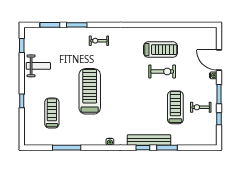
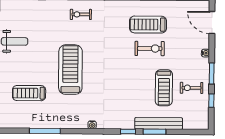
treadmill: (160, 50) -> (148, 25), turned 180
door: (219, 60) -> (212, 23), moved
treadmill: (175, 107) -> (164, 88), turned 180
treadmill: (52, 113) -> (29, 93), turned -90
bench: (149, 140) -> (159, 123), moved

